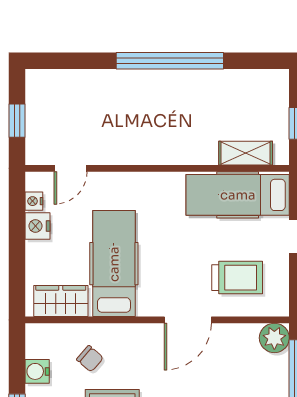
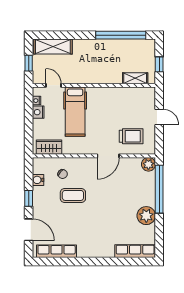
window: (170, 61) -> (121, 35), moved
shelving: (69, 85) -> (53, 47), added
door: (71, 168) -> (54, 85), swing flipped
hospital bed: (238, 195) -> (131, 98), removed
hospital bed: (114, 264) -> (75, 112), moved, turned 180

